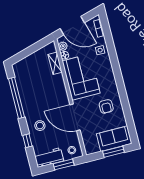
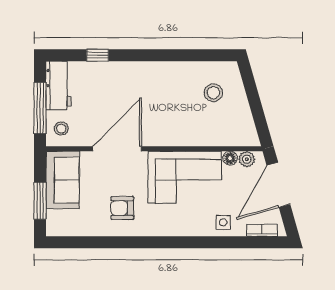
shelving: (55, 63) -> (220, 138), removed
window: (16, 98) -> (177, 55), removed
stool: (40, 126) -> (213, 93), moved
sofa: (114, 139) -> (63, 180), moved
window: (64, 164) -> (40, 108), width x1.44

